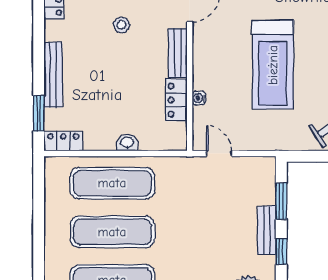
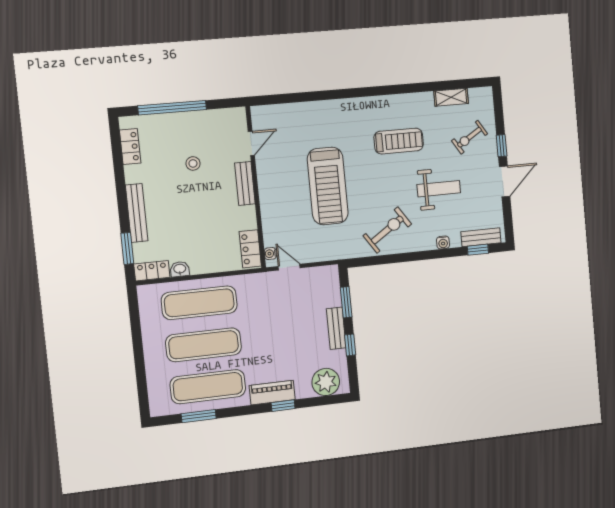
water cooler: (199, 98) -> (270, 254), moved
locker: (176, 100) -> (250, 249), moved
washbasin: (127, 143) -> (180, 269), moved

